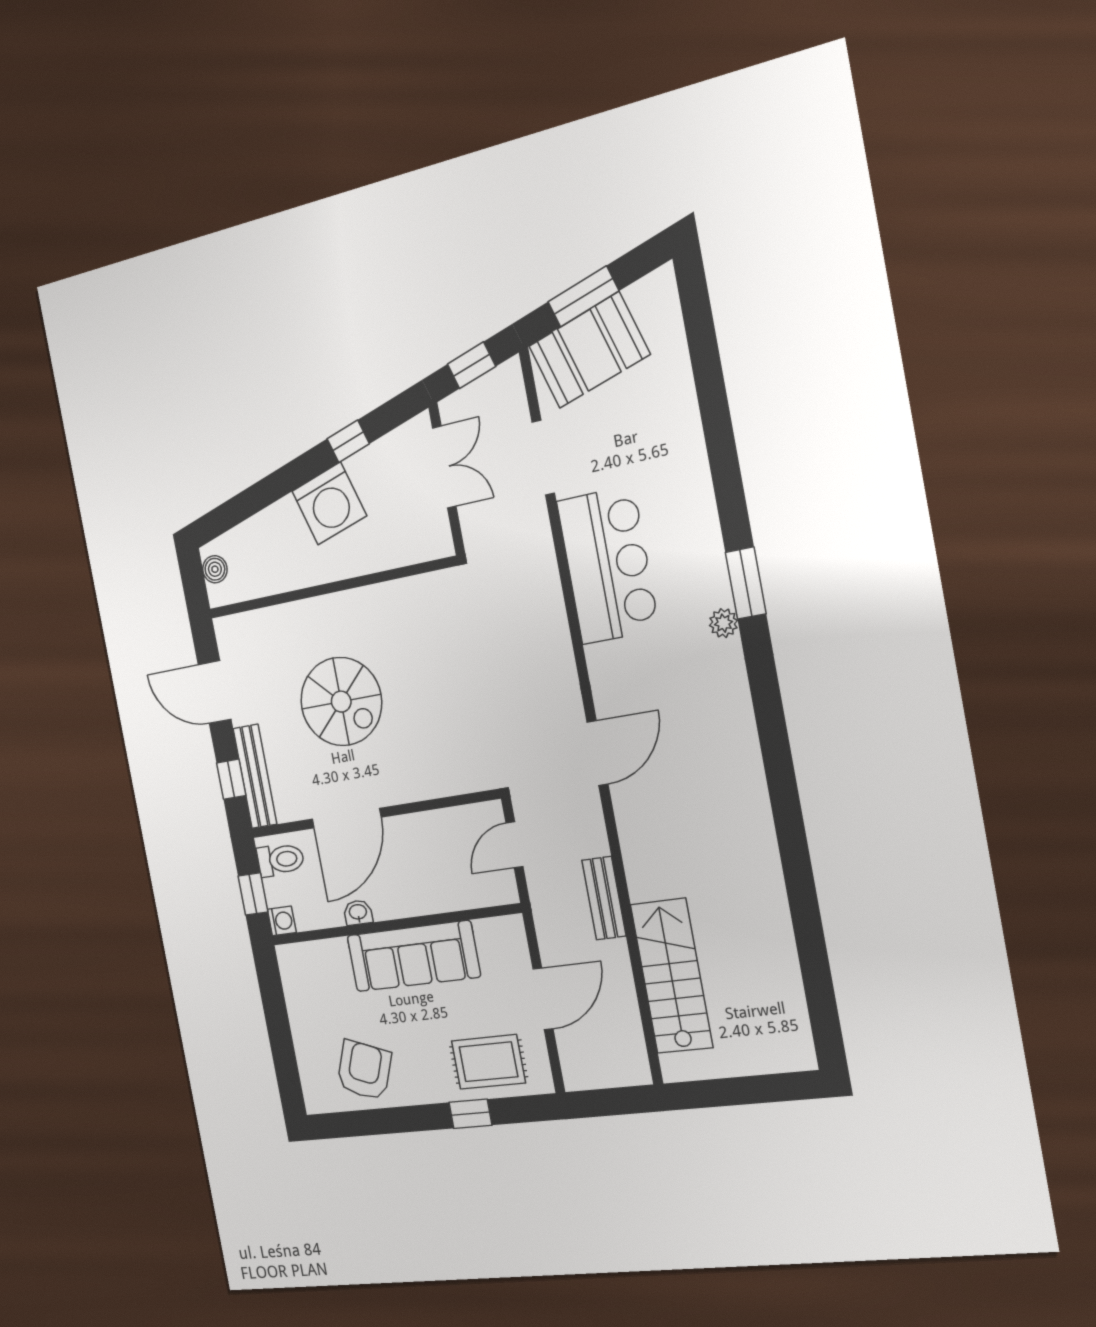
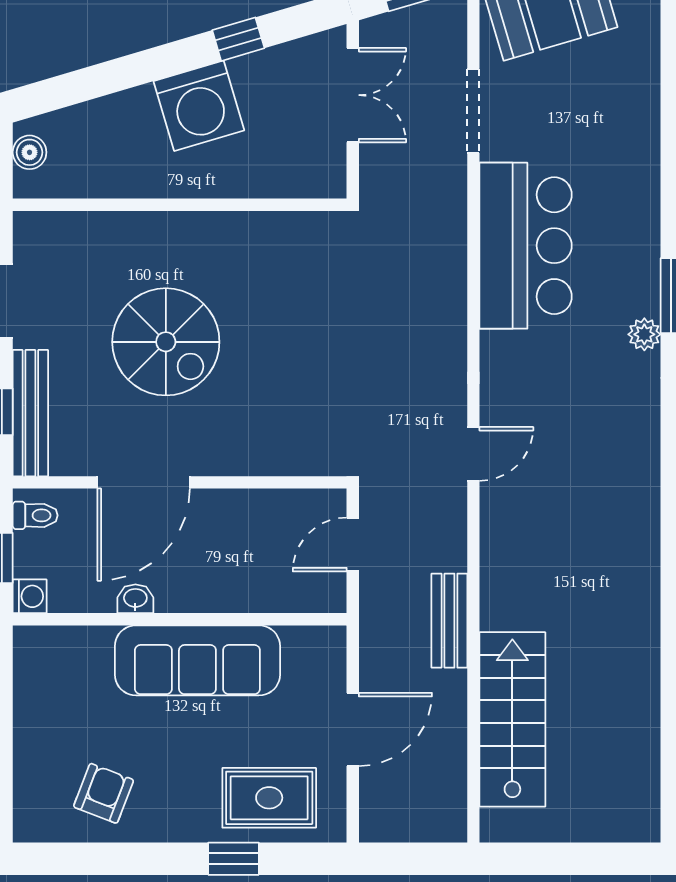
door: (597, 753) -> (473, 454), width x0.73
toilet: (281, 860) -> (35, 515), width x0.73, depth x0.72
armchair: (364, 1070) -> (104, 793), width x0.72, depth x0.72

